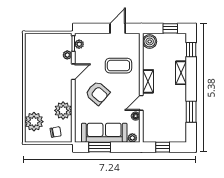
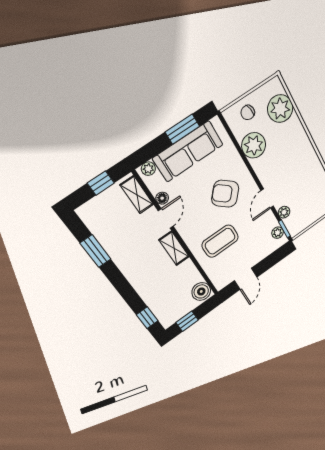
shelving: (181, 73) -> (137, 195), moved

